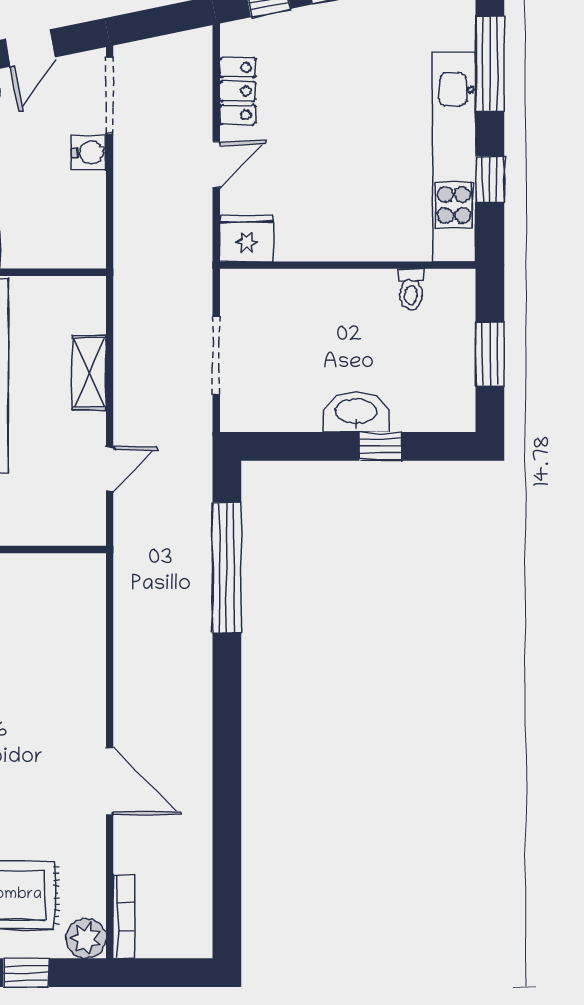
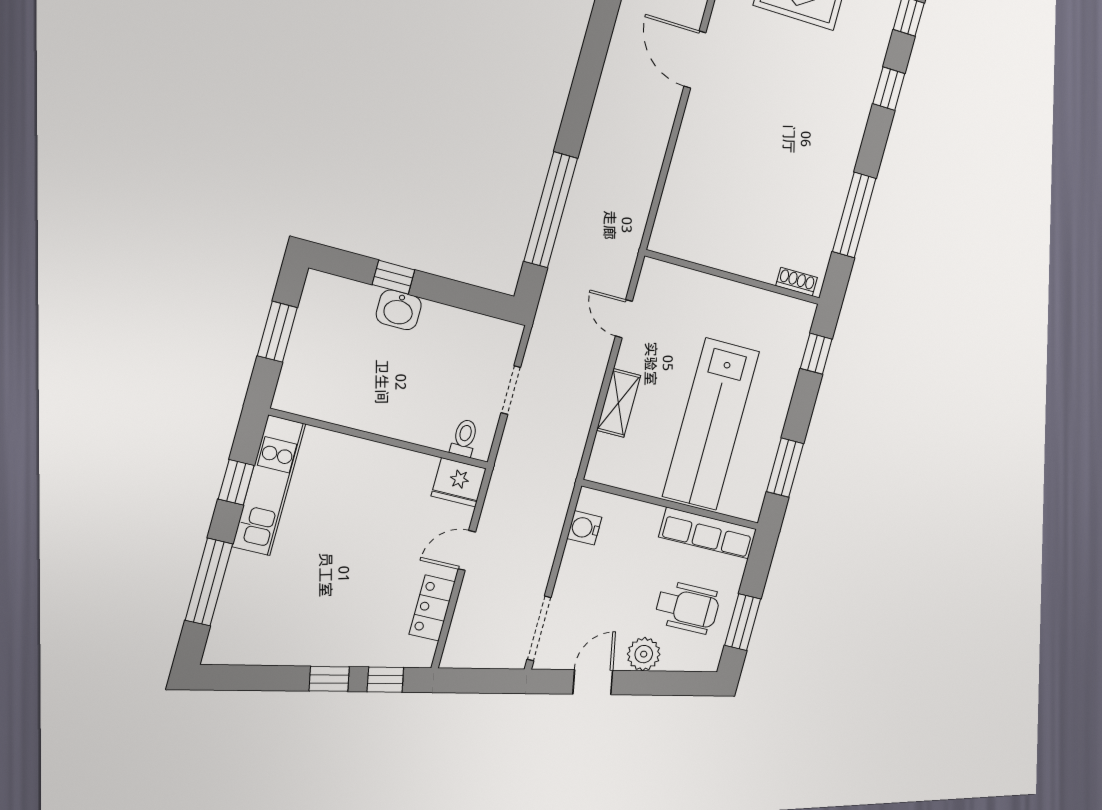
water cooler: (89, 153) -> (584, 528), moved
kitchen unit: (454, 157) -> (269, 485), width x0.73
toilet: (411, 289) -> (464, 438), moved
doorway: (216, 356) -> (511, 390), width x0.73
washbasin: (356, 412) -> (399, 310), width x0.72
door: (110, 469) -> (624, 319), hinge flipped

